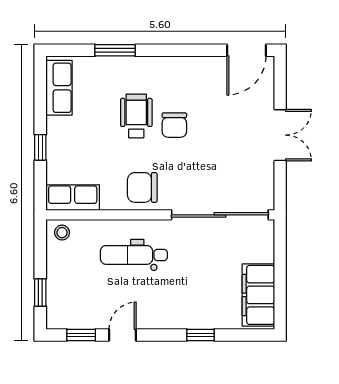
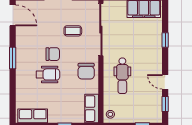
window: (115, 50) -> (13, 58), moved
wheelchair: (136, 116) -> (48, 74), turned 180
coffee table: (218, 163) -> (73, 31), added

